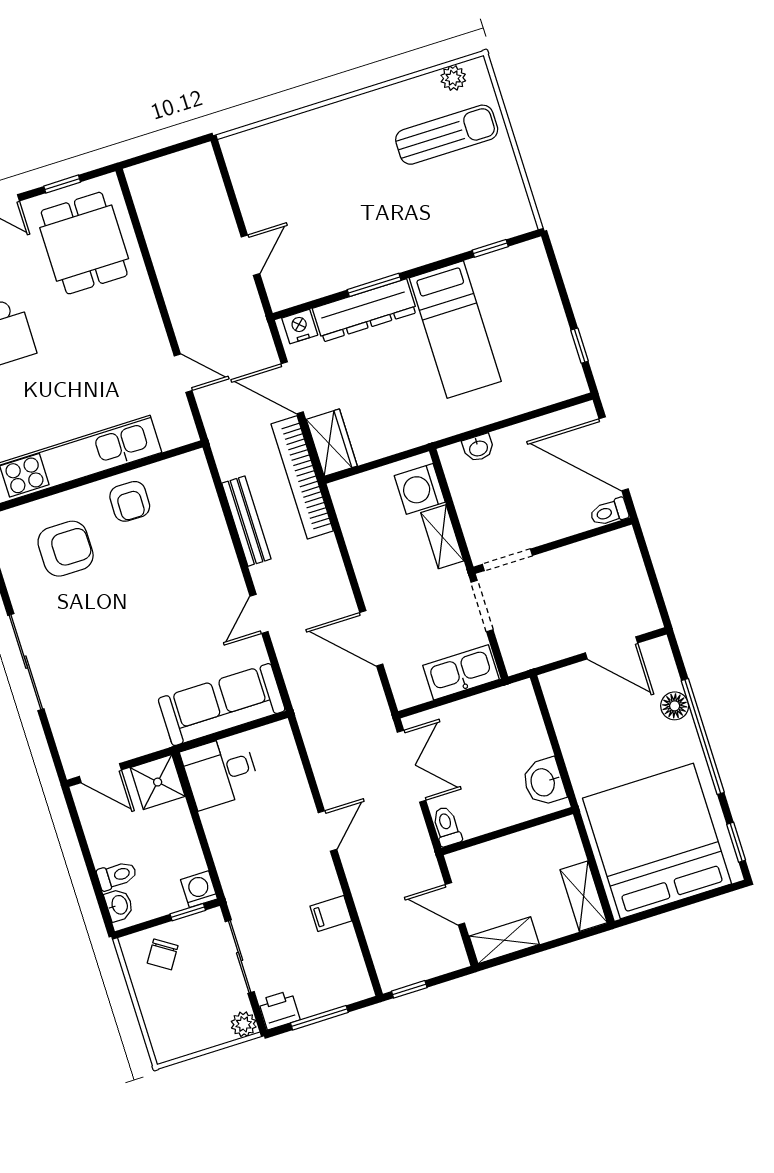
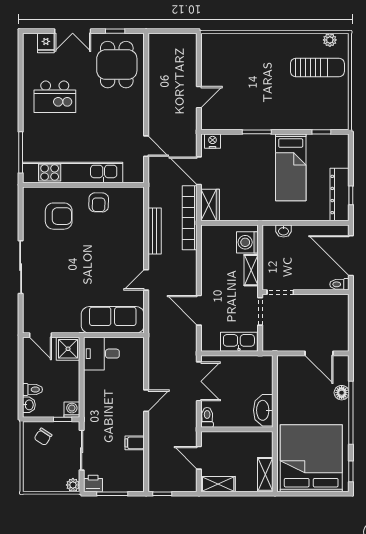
dresser: (365, 310) -> (340, 195), moved, turned 90
washbasin: (544, 782) -> (263, 410), width x1.38

